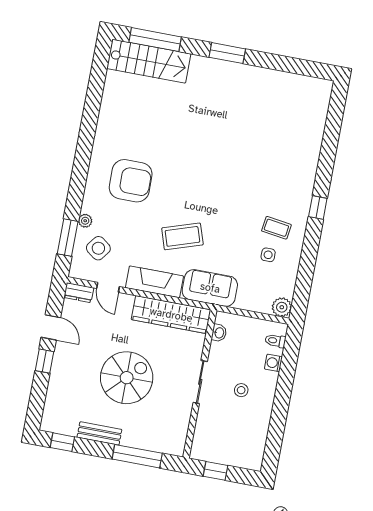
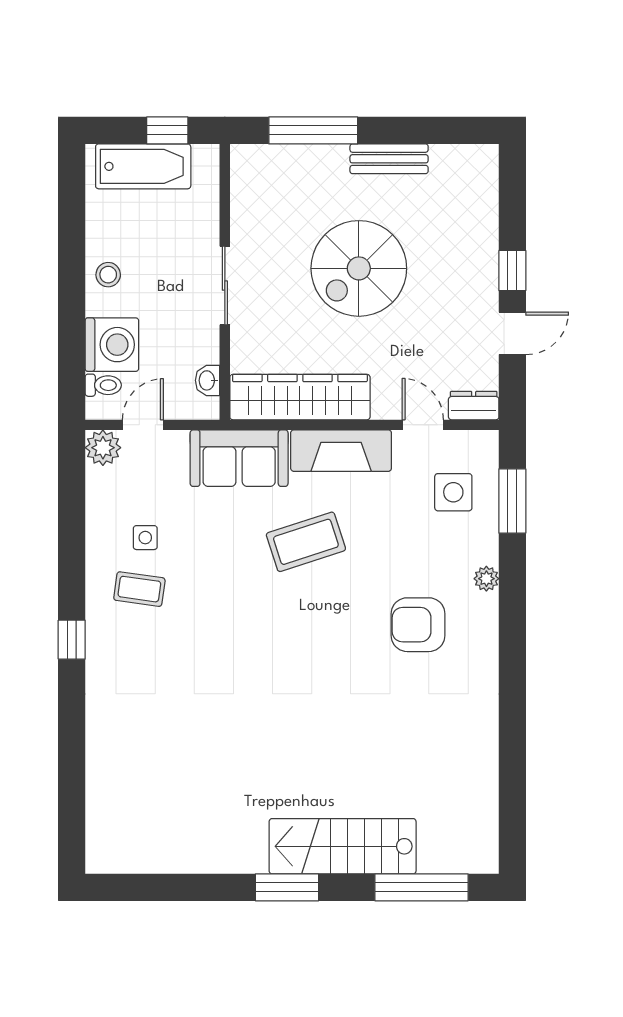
stairs: (149, 61) -> (343, 846), moved
armchair: (131, 181) -> (418, 625), width x0.73, depth x0.73
plant: (85, 221) -> (486, 579), moved
side table: (98, 248) -> (453, 492), turned -37
door: (258, 315) -> (143, 425), added
door: (51, 327) -> (512, 333), swing flipped
washing machine: (273, 363) -> (112, 345), width x1.89, depth x1.89
stool: (241, 390) -> (108, 275), moved
window: (62, 442) -> (453, 130), removed
bathtub: (232, 454) -> (143, 166), added

